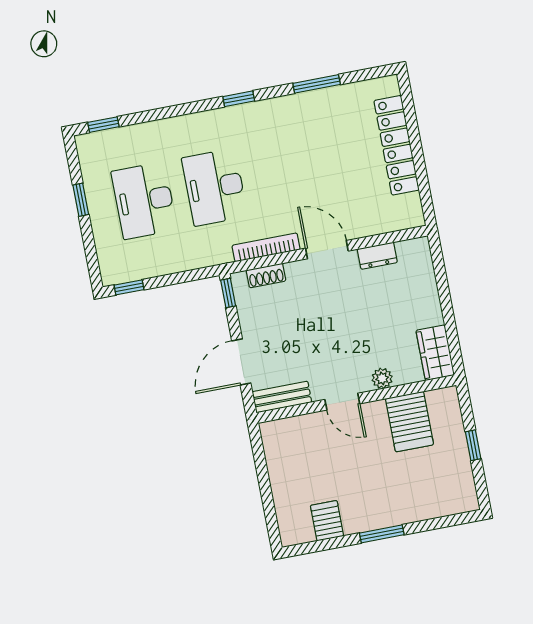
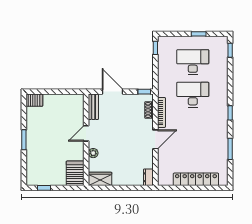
dresser: (377, 256) -> (148, 177), moved
server rack: (409, 422) -> (75, 173), moved, turned 90
window: (473, 445) -> (44, 188), moved
server rack: (327, 521) -> (34, 100), moved

